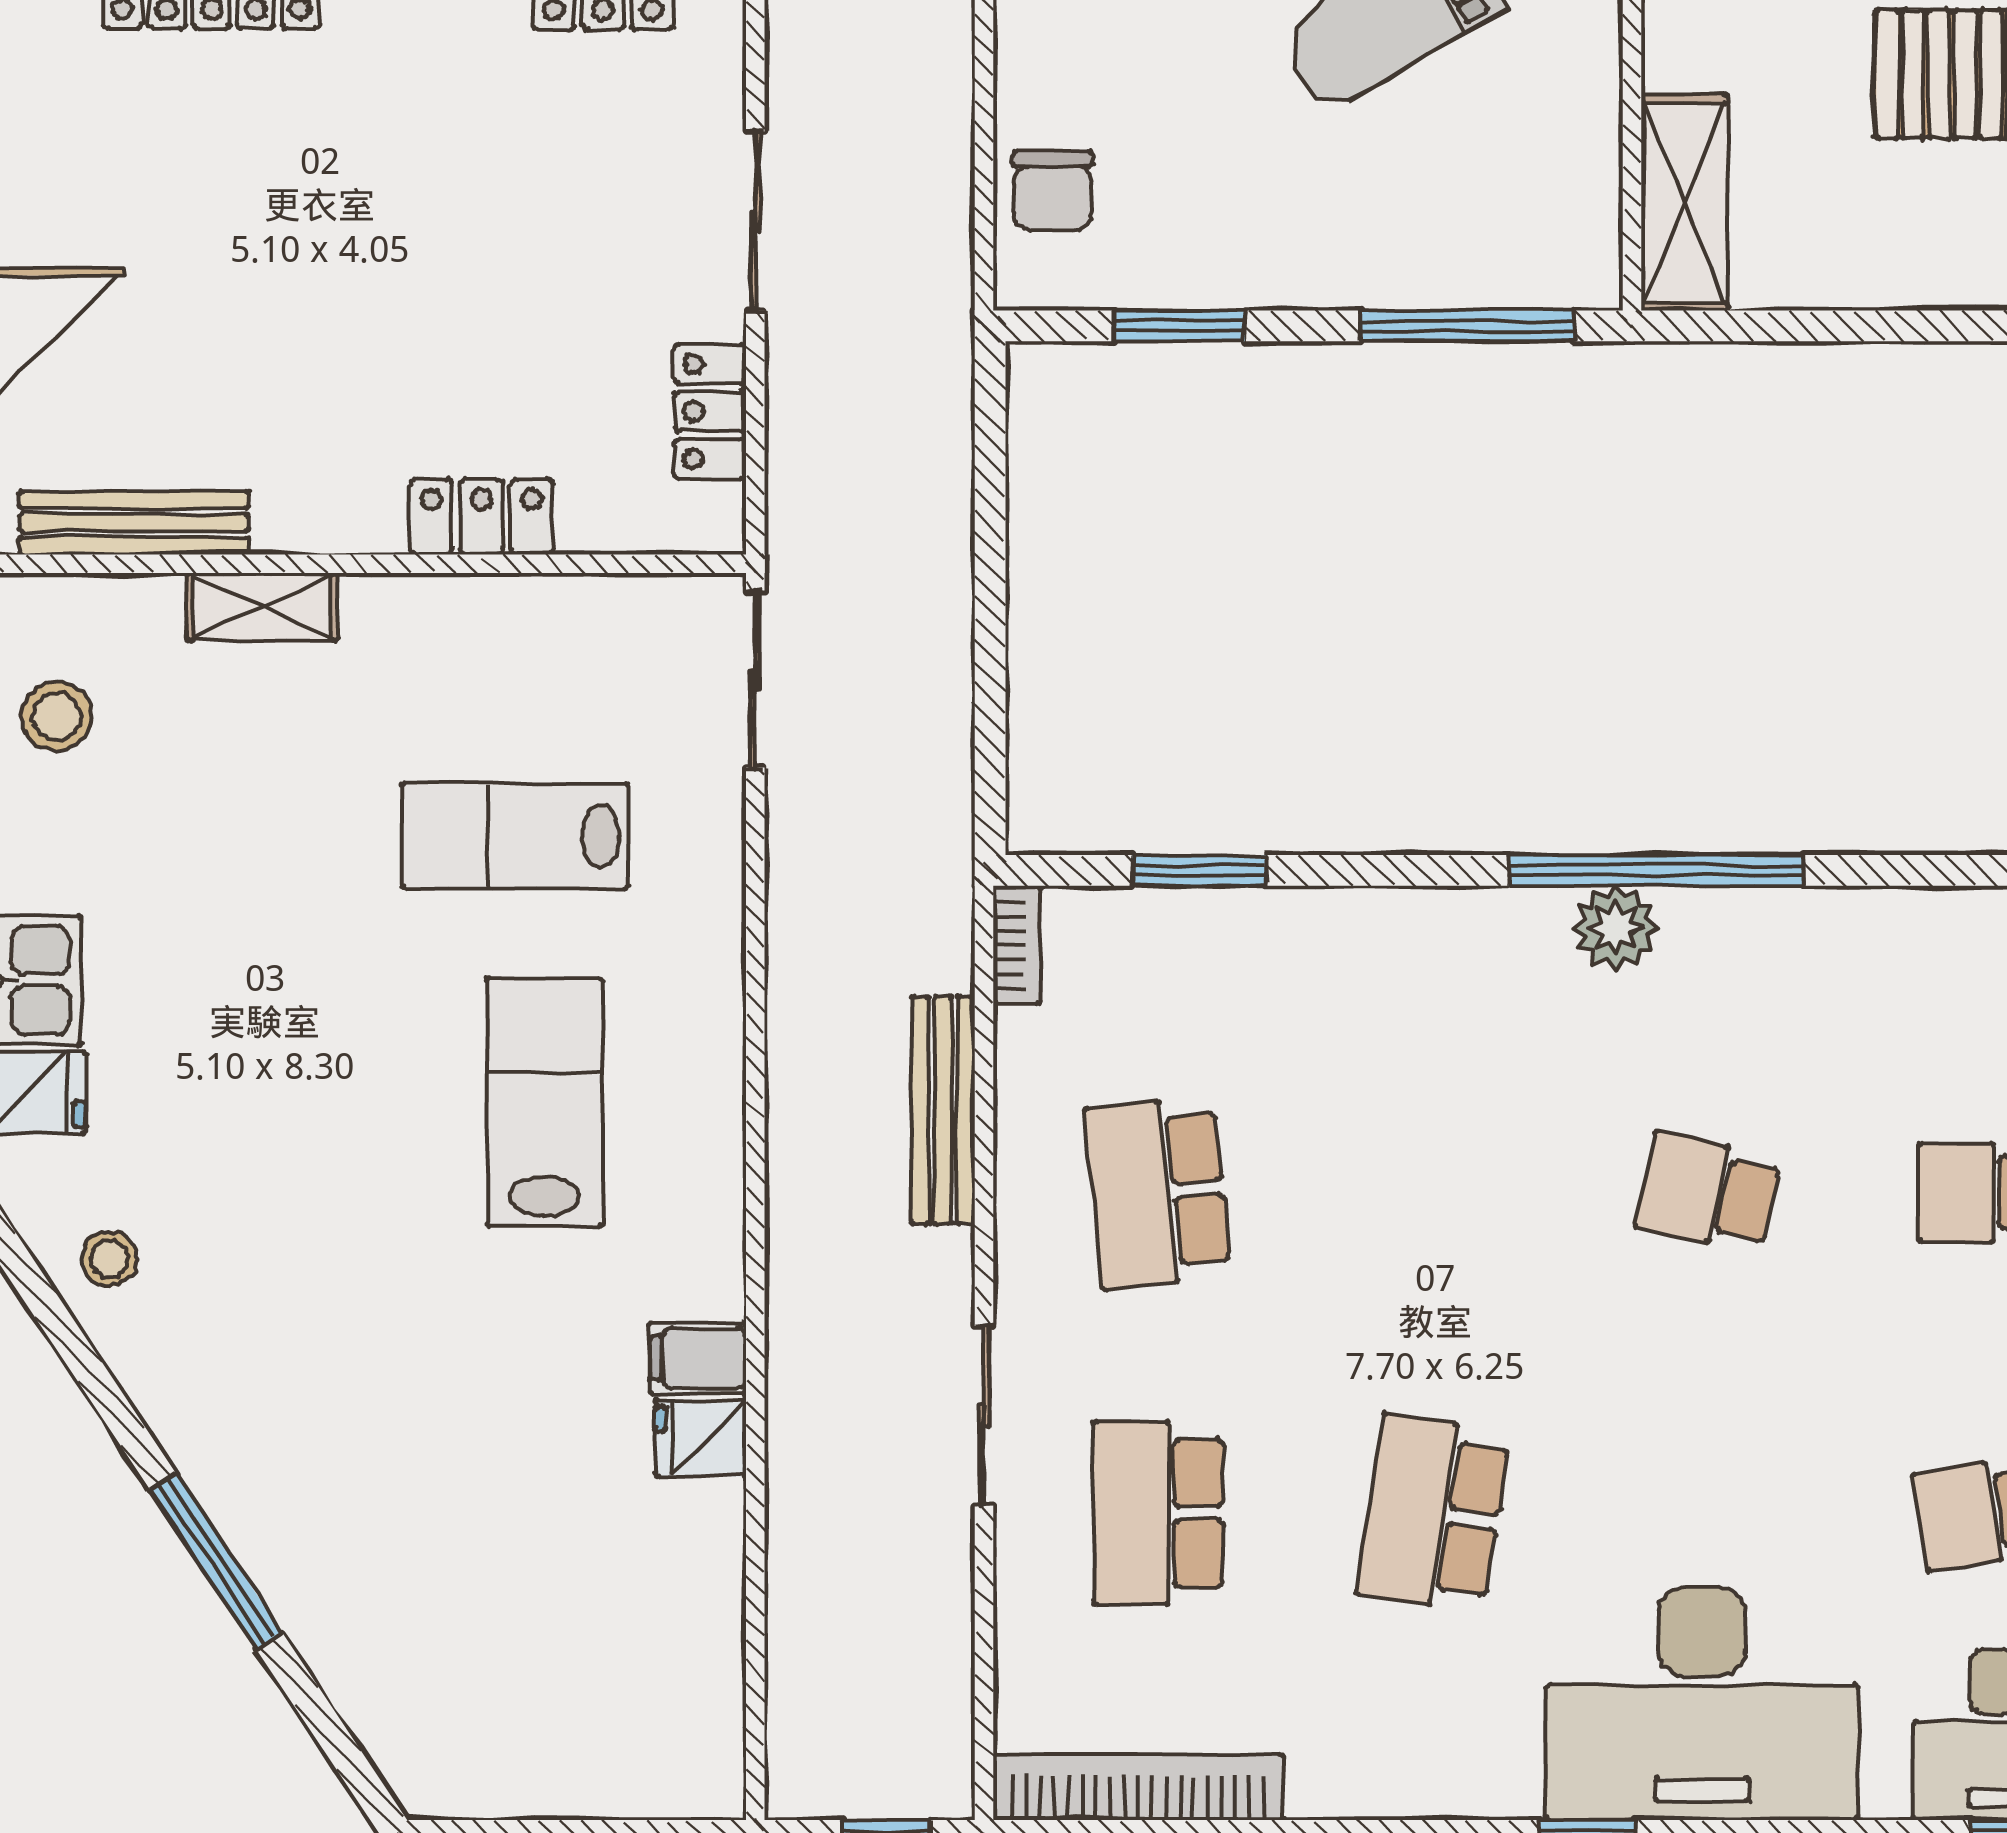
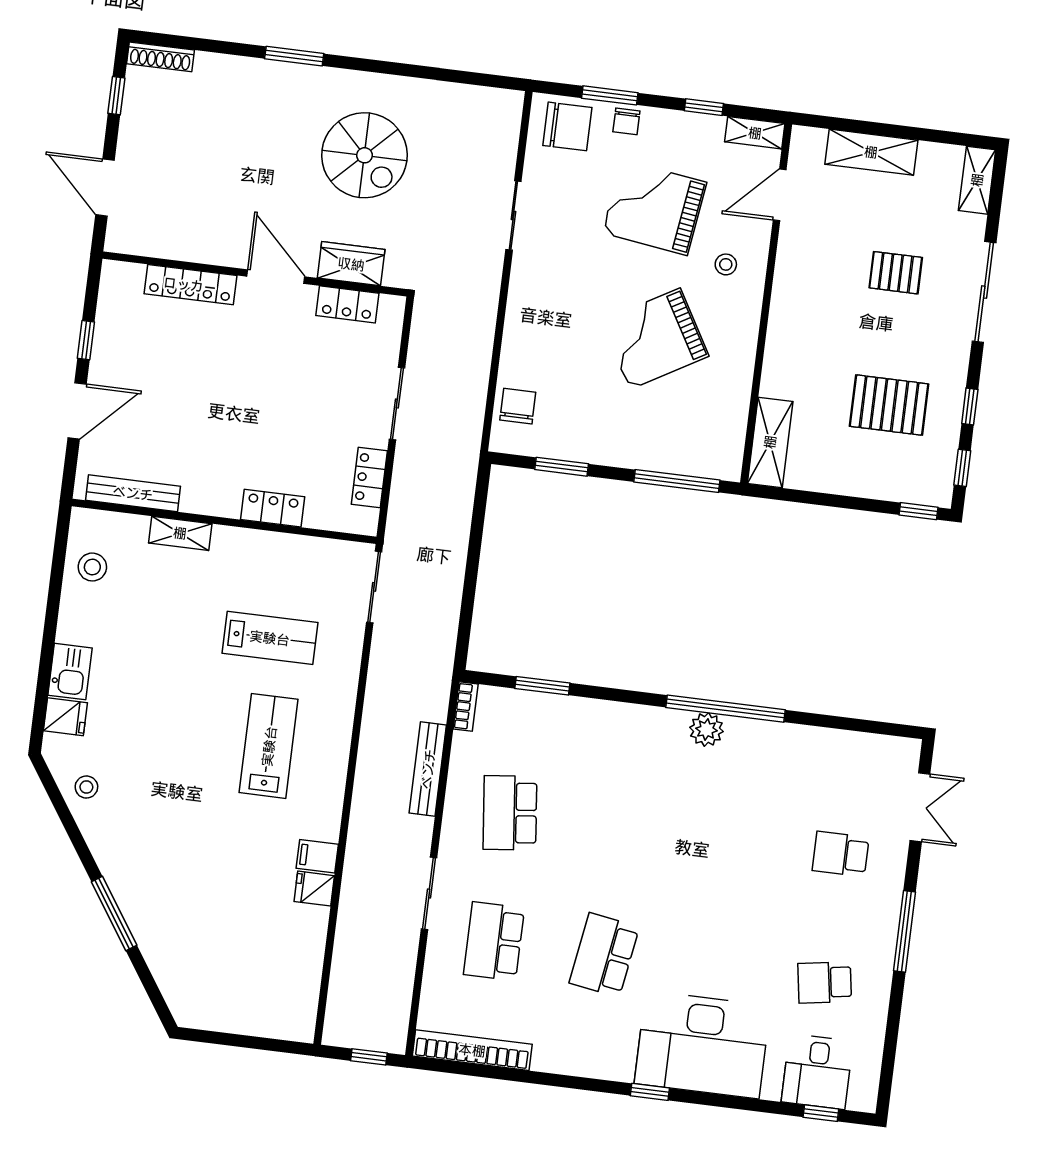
chair: (1053, 191) -> (518, 406), turned 180
lab bench: (515, 836) -> (270, 638), turned 180
school desk: (1709, 1193) -> (730, 840), removed

